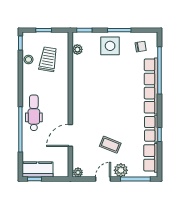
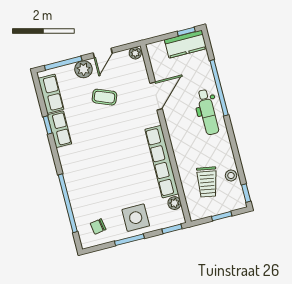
row of seats: (151, 86) -> (162, 162), moved, turned 180

